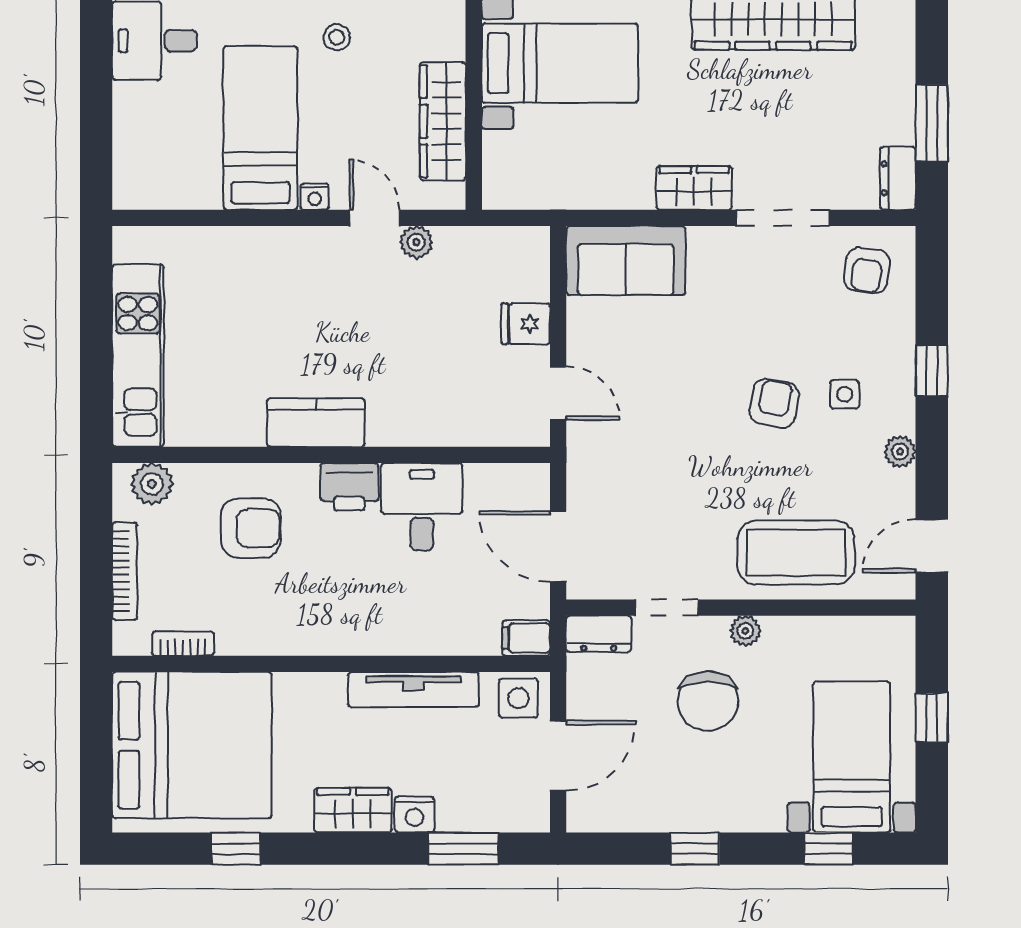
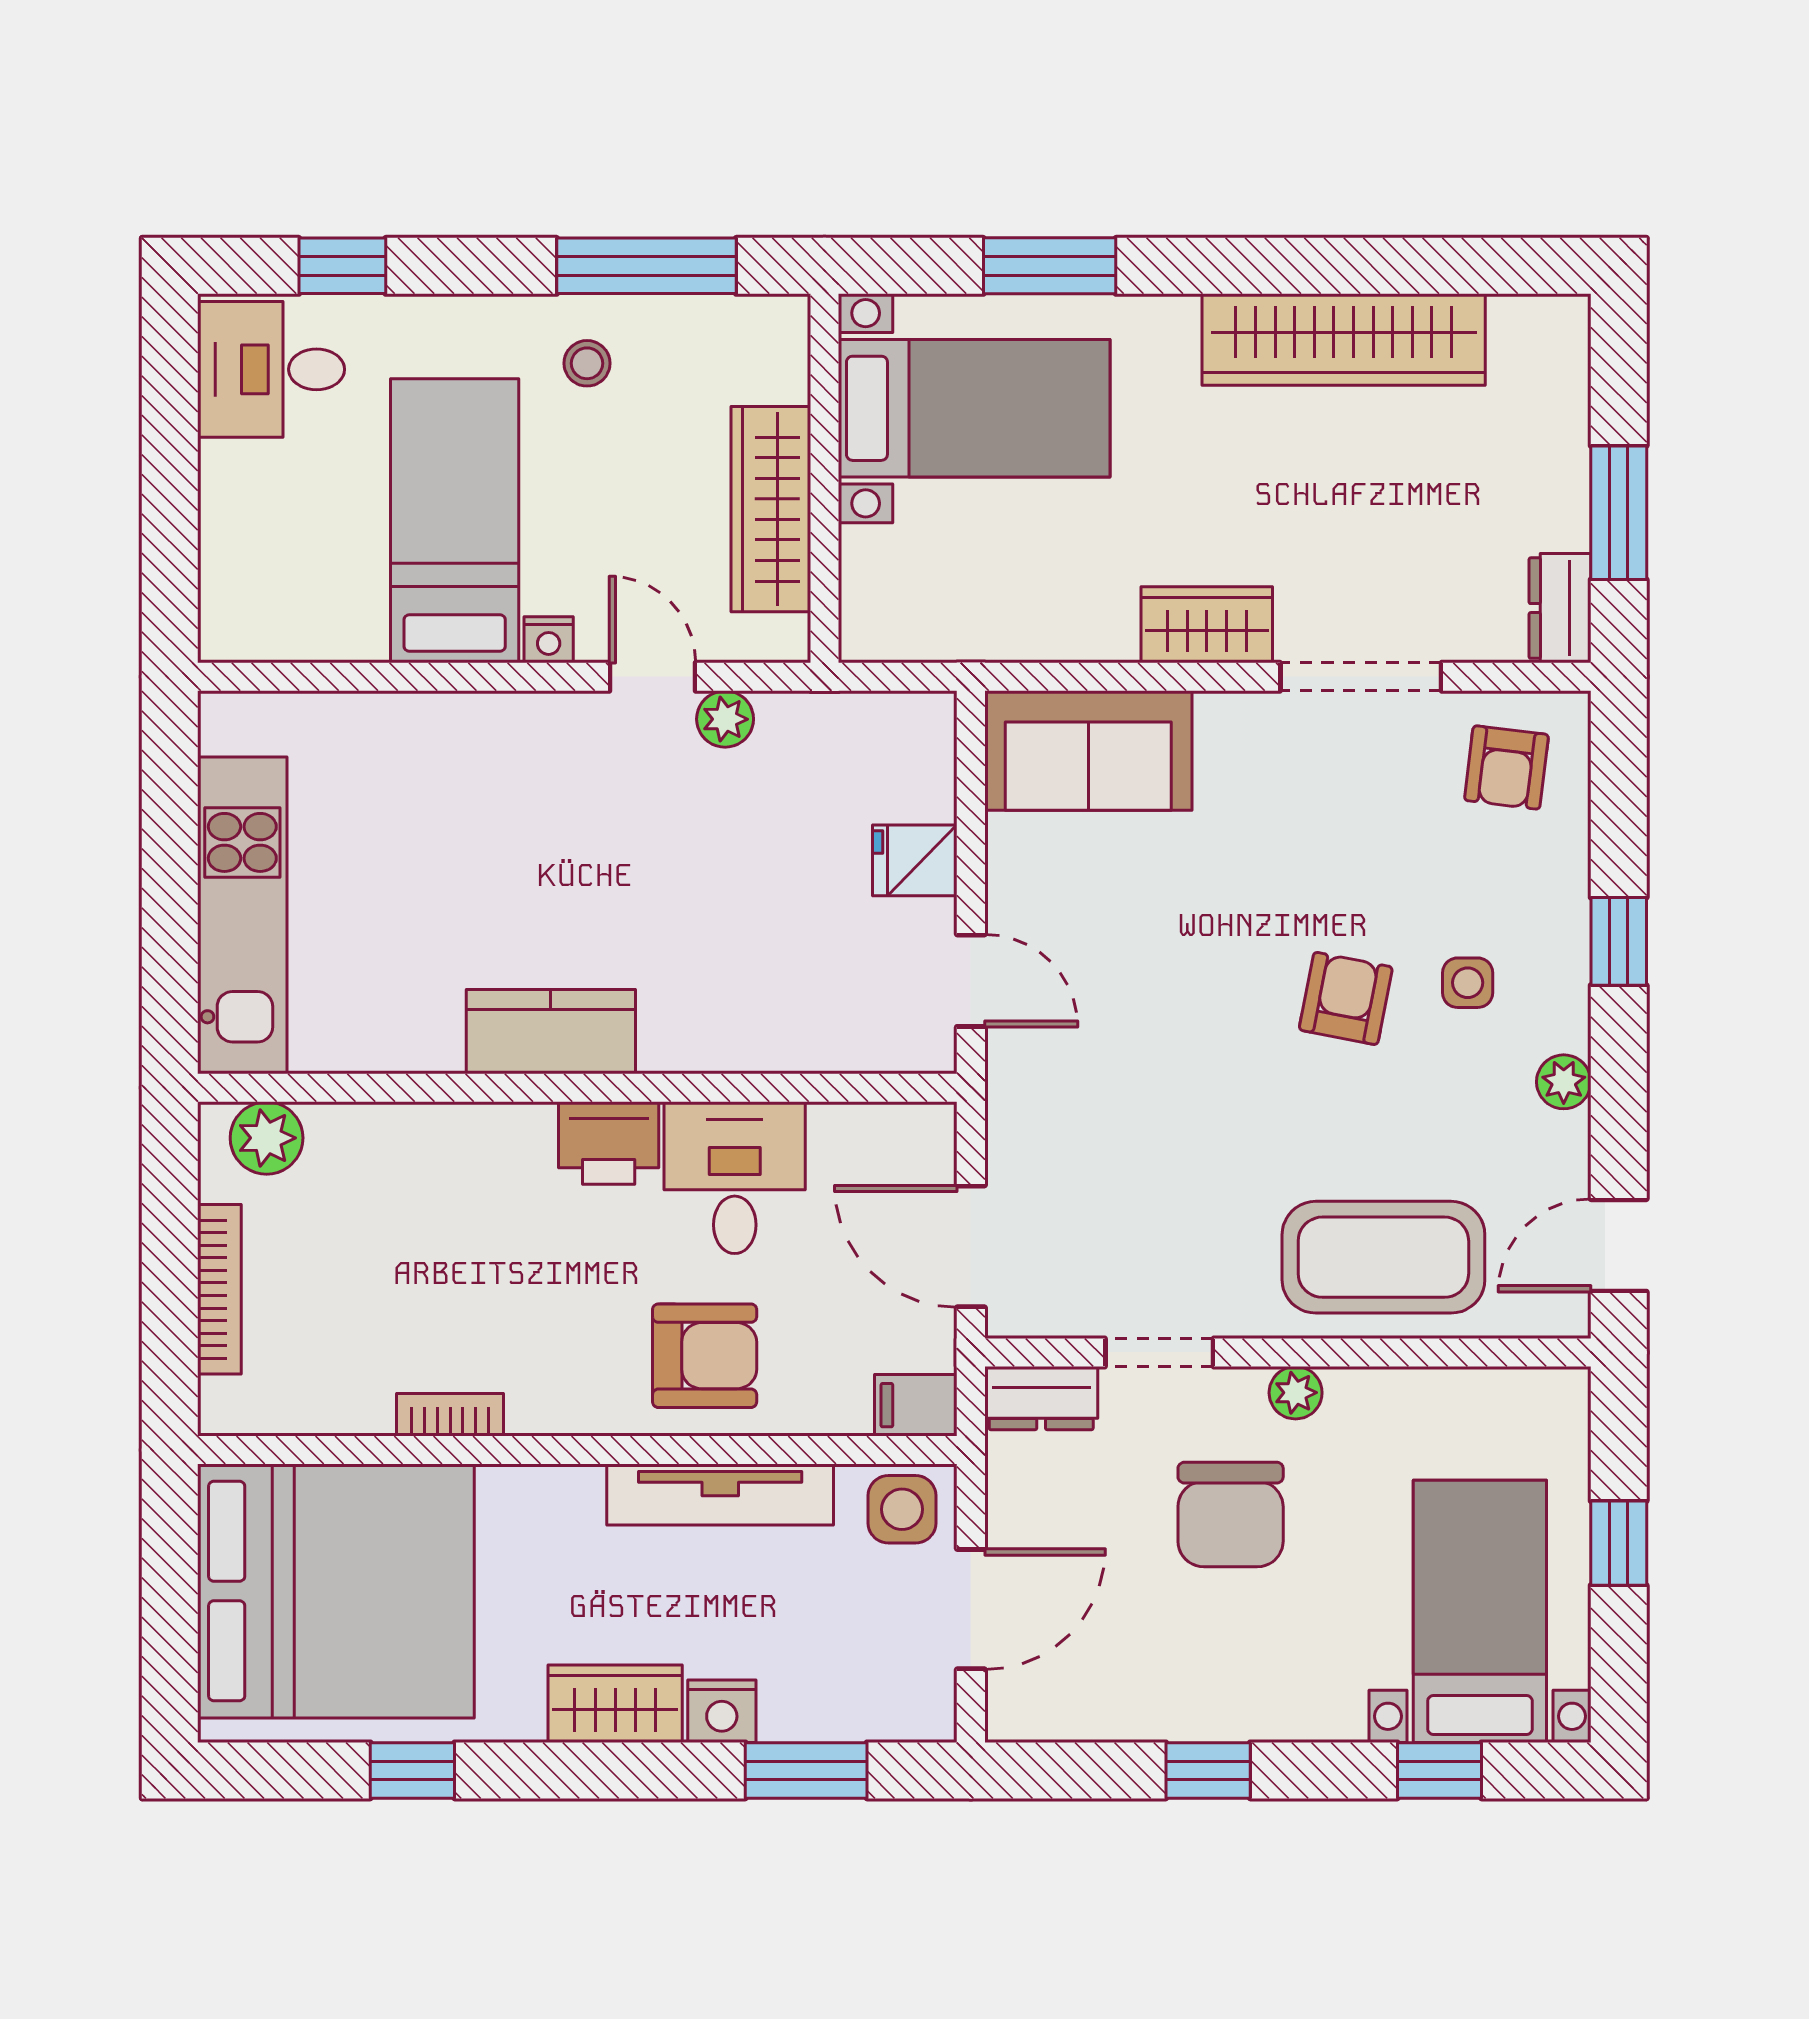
armchair: (251, 528) -> (705, 1356), moved
bookcase: (183, 644) -> (450, 1415), moved

